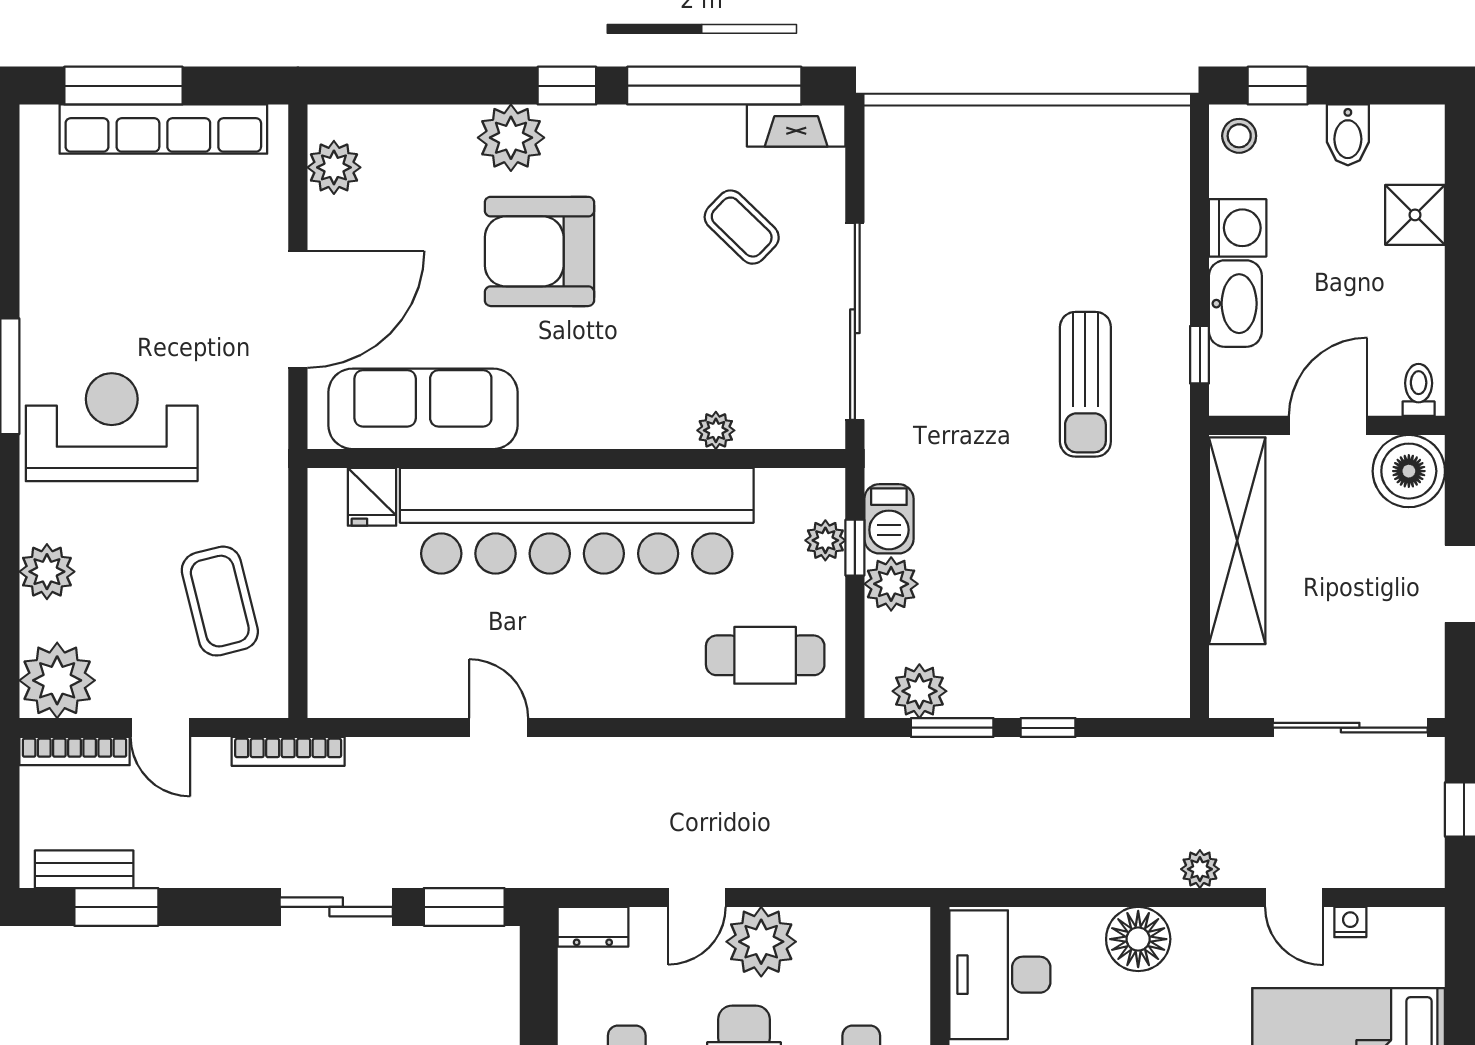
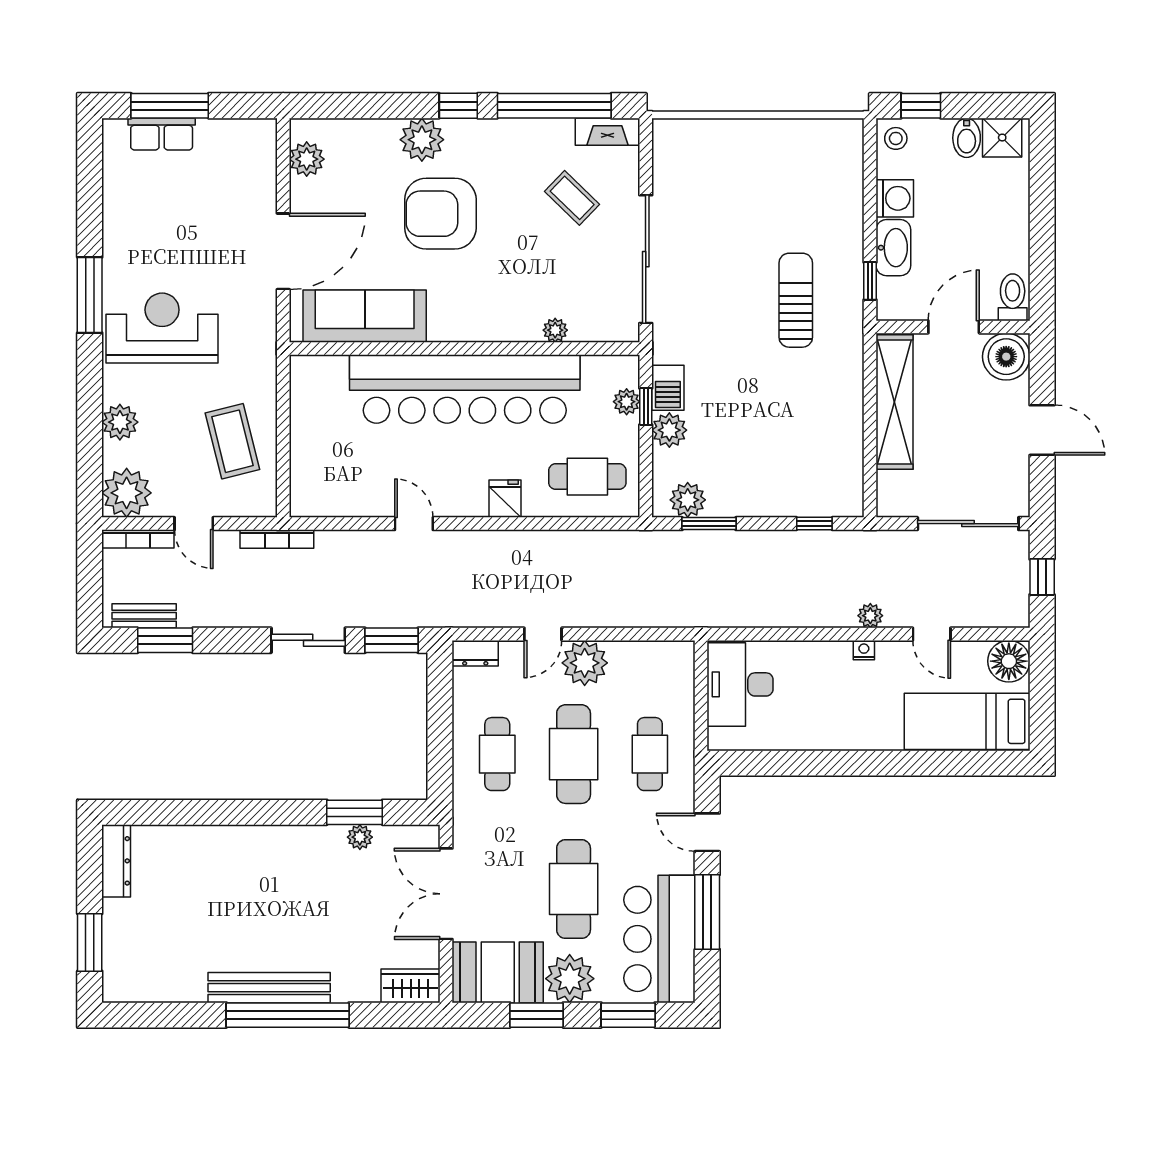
row of seats: (163, 129) -> (162, 134), width x0.50
shower: (1415, 215) -> (1002, 138), moved
sun lounger: (1085, 384) -> (796, 300), turned 180
toilet: (1419, 390) -> (1013, 297), width x1.37, depth x1.39
fridge: (372, 497) -> (505, 499), moved, turned 180
window: (1048, 728) -> (814, 524), moved
nightstand: (1350, 922) -> (864, 650), moved
floor lamp: (1138, 939) -> (1009, 661), moved

